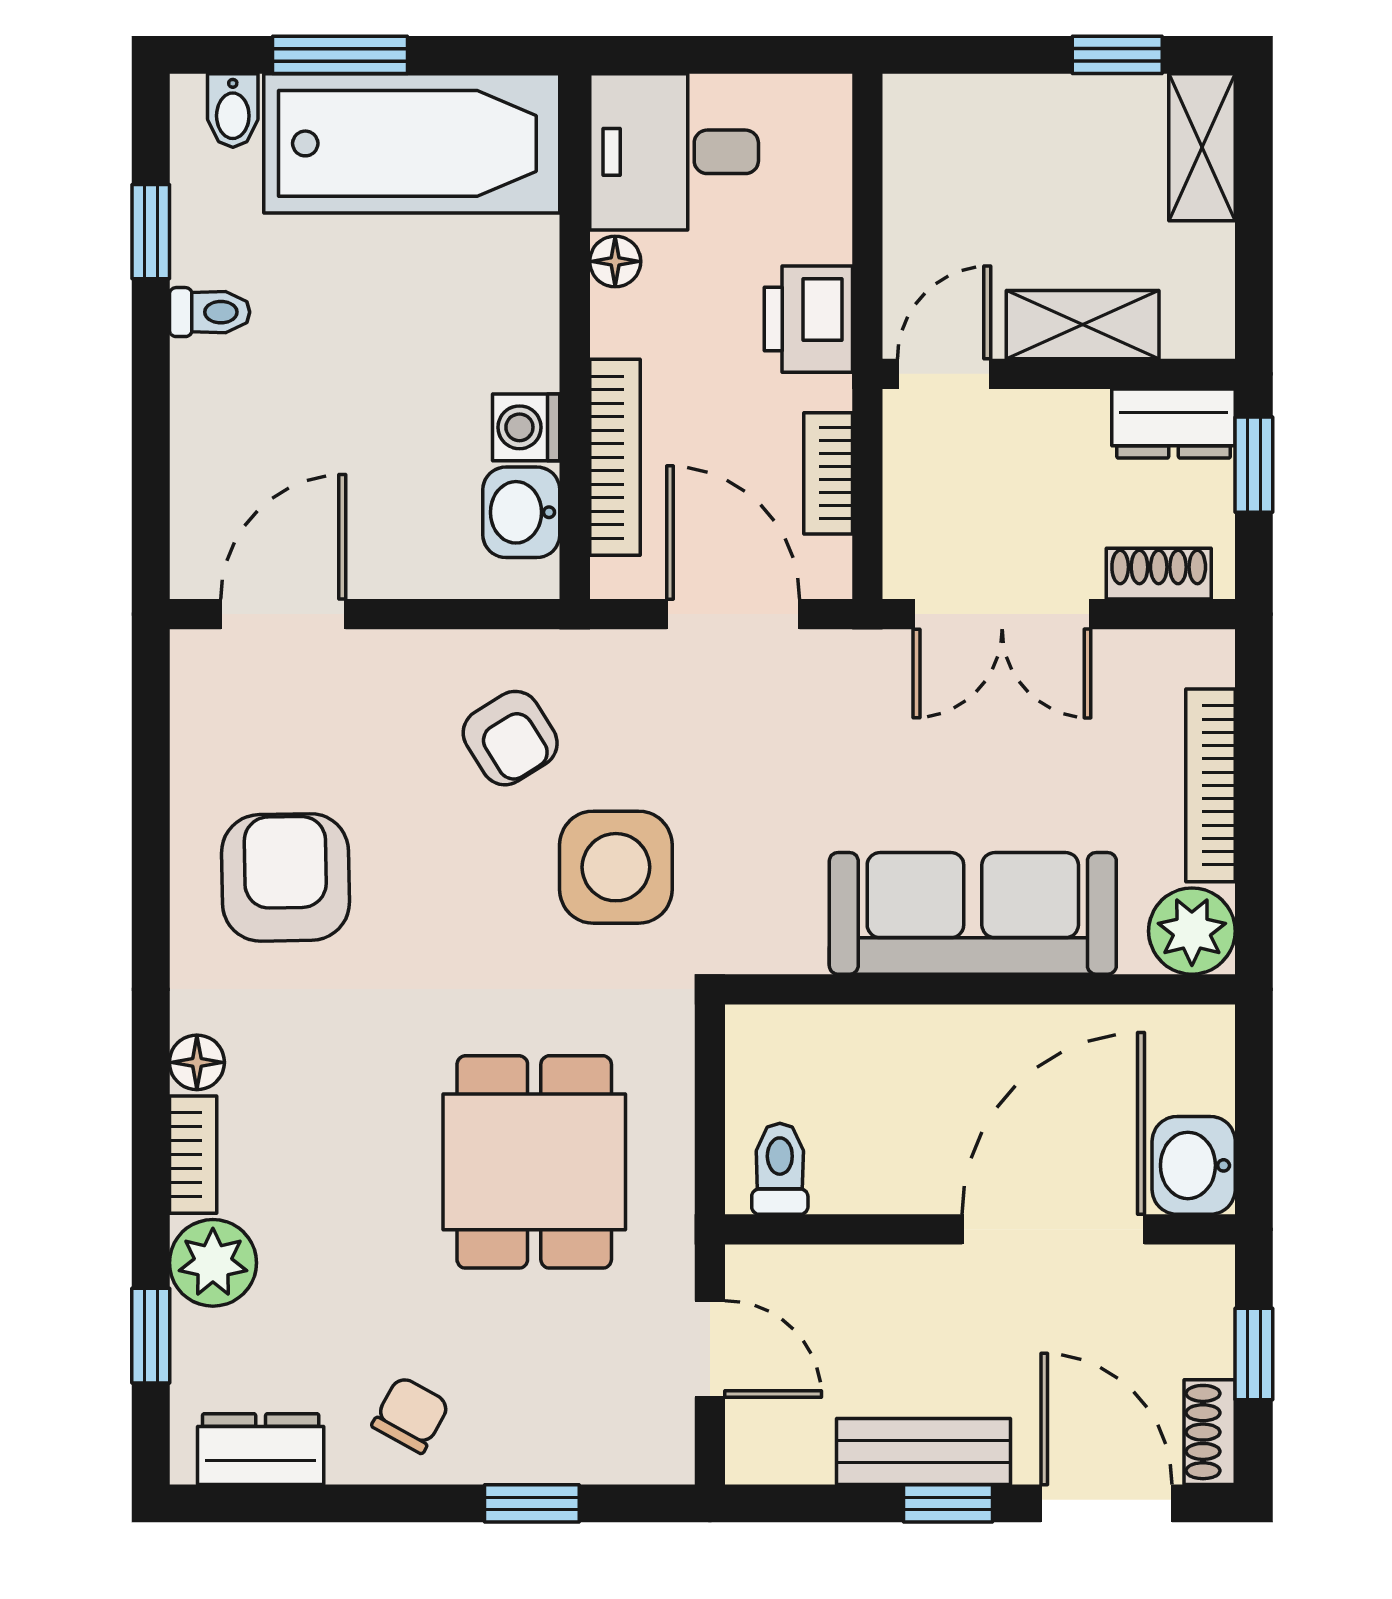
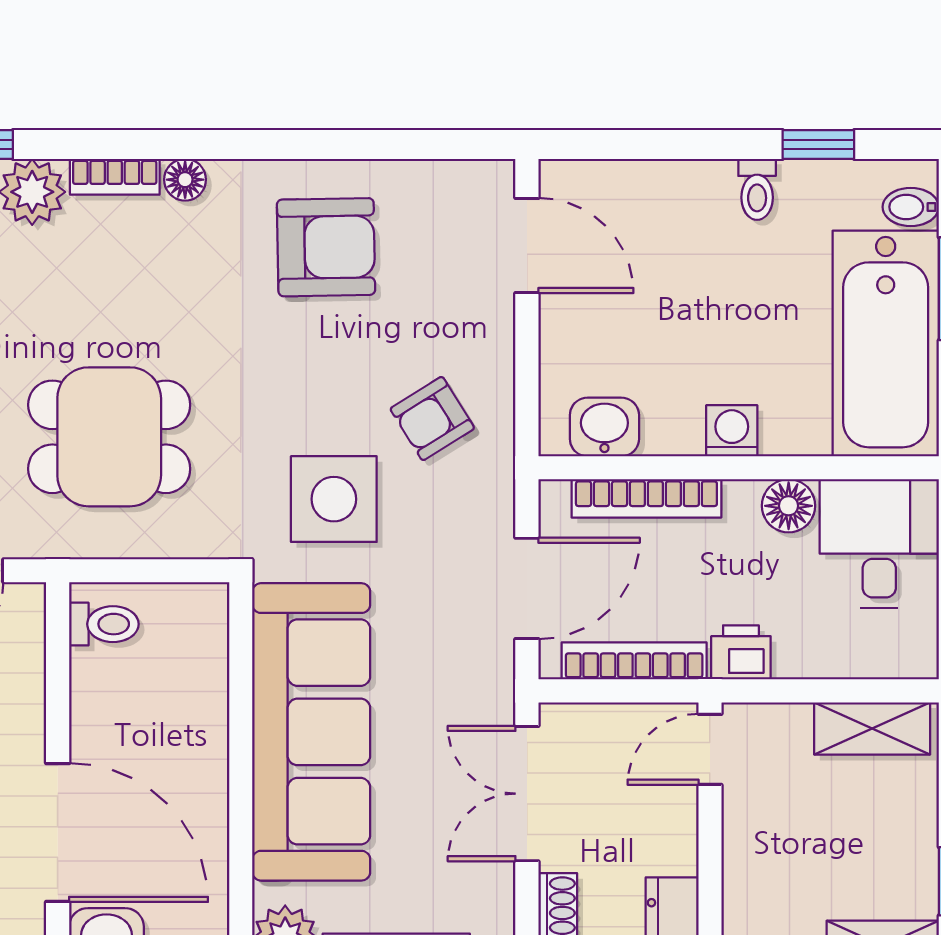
floor lamp: (615, 261) -> (789, 506), width x1.37, depth x1.37
printer: (808, 319) -> (741, 652), width x0.73, depth x0.81
shelving: (1083, 325) -> (872, 728), moved, turned 90
door: (944, 374) -> (710, 749), swing flipped
washing machine: (526, 427) -> (732, 431), moved
bookcase: (828, 473) -> (634, 661), width x1.56
sofa: (973, 913) -> (311, 732), width x1.36, depth x1.27

